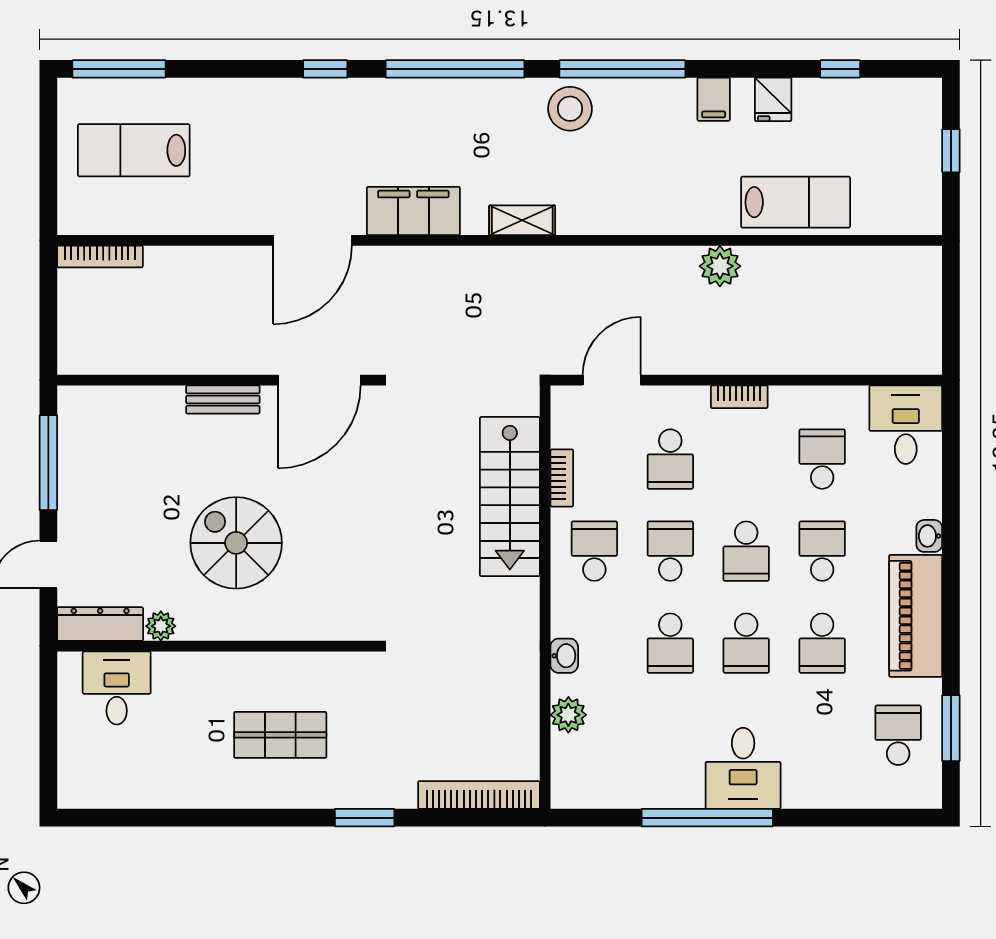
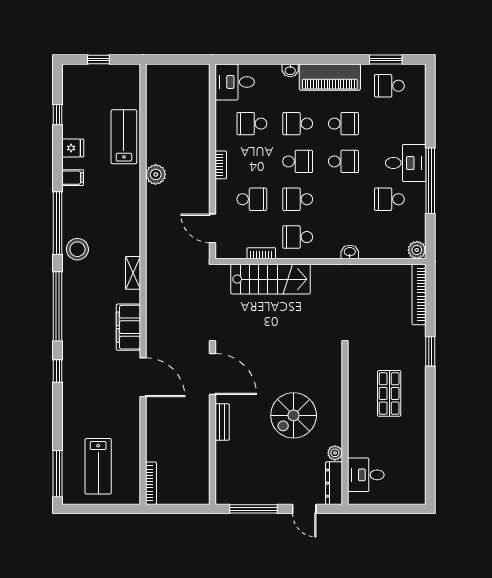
school desk: (670, 643) -> (389, 199), moved, turned 180
plant: (568, 715) -> (417, 250), moved

